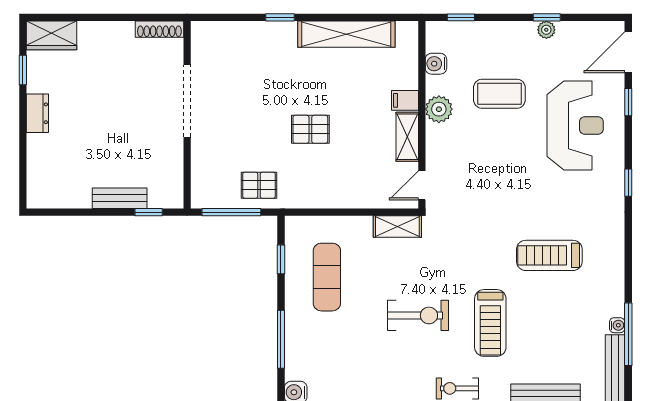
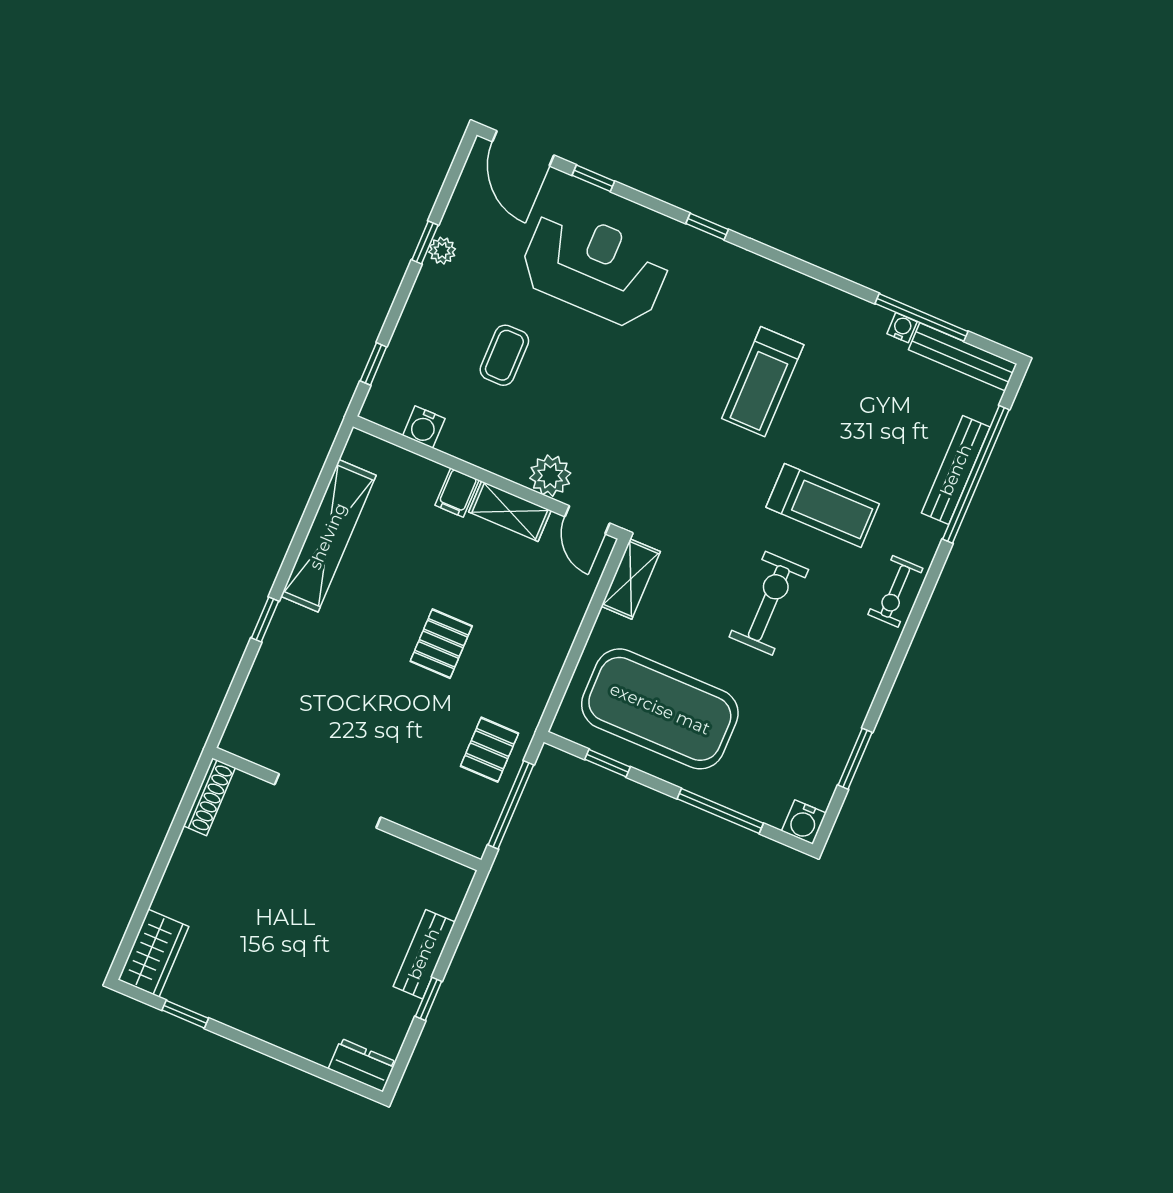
coffee table: (499, 94) -> (504, 355), width x0.73, depth x0.77
plant: (439, 109) -> (550, 476), moved
dresser: (37, 113) -> (362, 1065), moved
window: (149, 212) -> (429, 999), moved
exercise mat: (327, 277) -> (660, 709), width x2.00, depth x1.45

